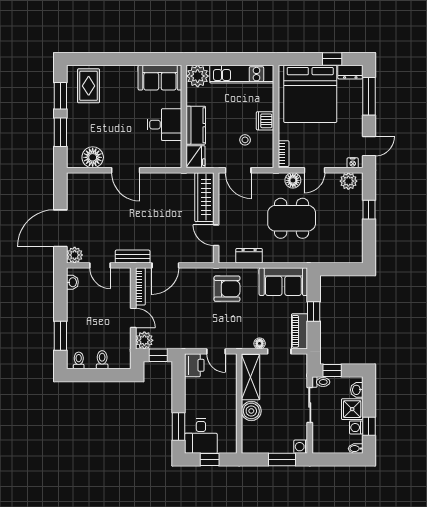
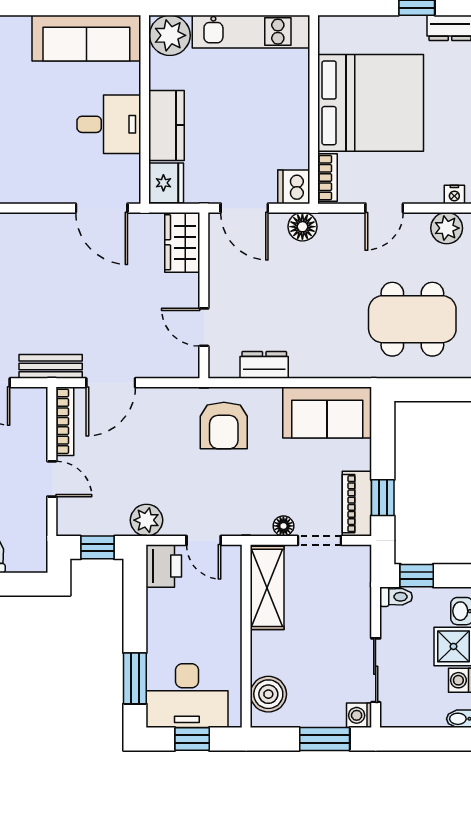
sofa: (160, 78) -> (86, 38), width x1.36
bed: (310, 94) -> (371, 103), moved, turned -90
dishwasher: (265, 121) -> (294, 187), moved
stool: (245, 140) -> (257, 152), removed
door: (126, 170) -> (102, 208), moved
floor lamp: (293, 180) -> (302, 227), moved
wardrobe: (204, 197) -> (182, 242), width x0.67
dining table: (292, 218) -> (412, 319), moved
armchair: (227, 289) -> (224, 426), turned 90
window: (314, 311) -> (383, 498), moved
plant: (144, 340) -> (146, 520), moved
sliding door: (310, 405) -> (376, 670), moved
boiler: (251, 411) -> (268, 694), moved
desk: (201, 436) -> (187, 696), width x1.37

